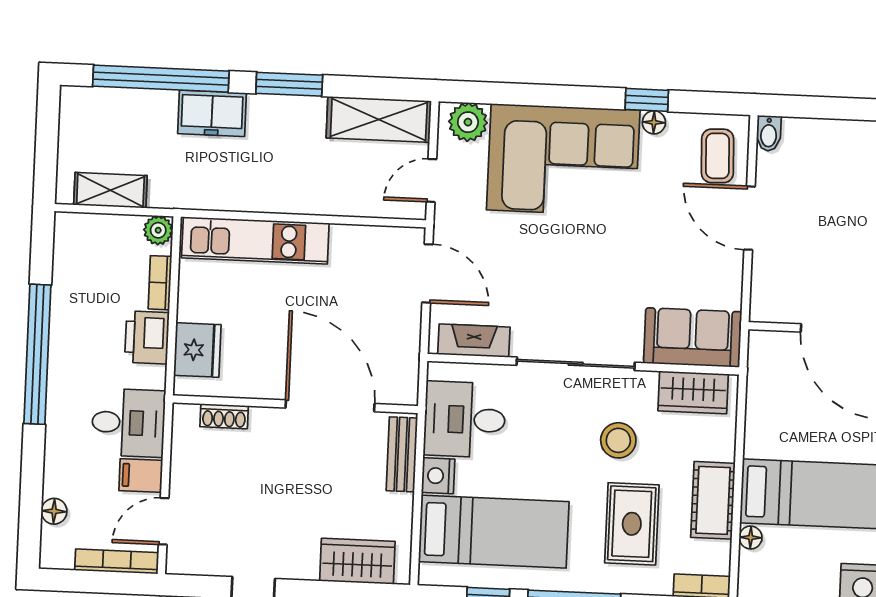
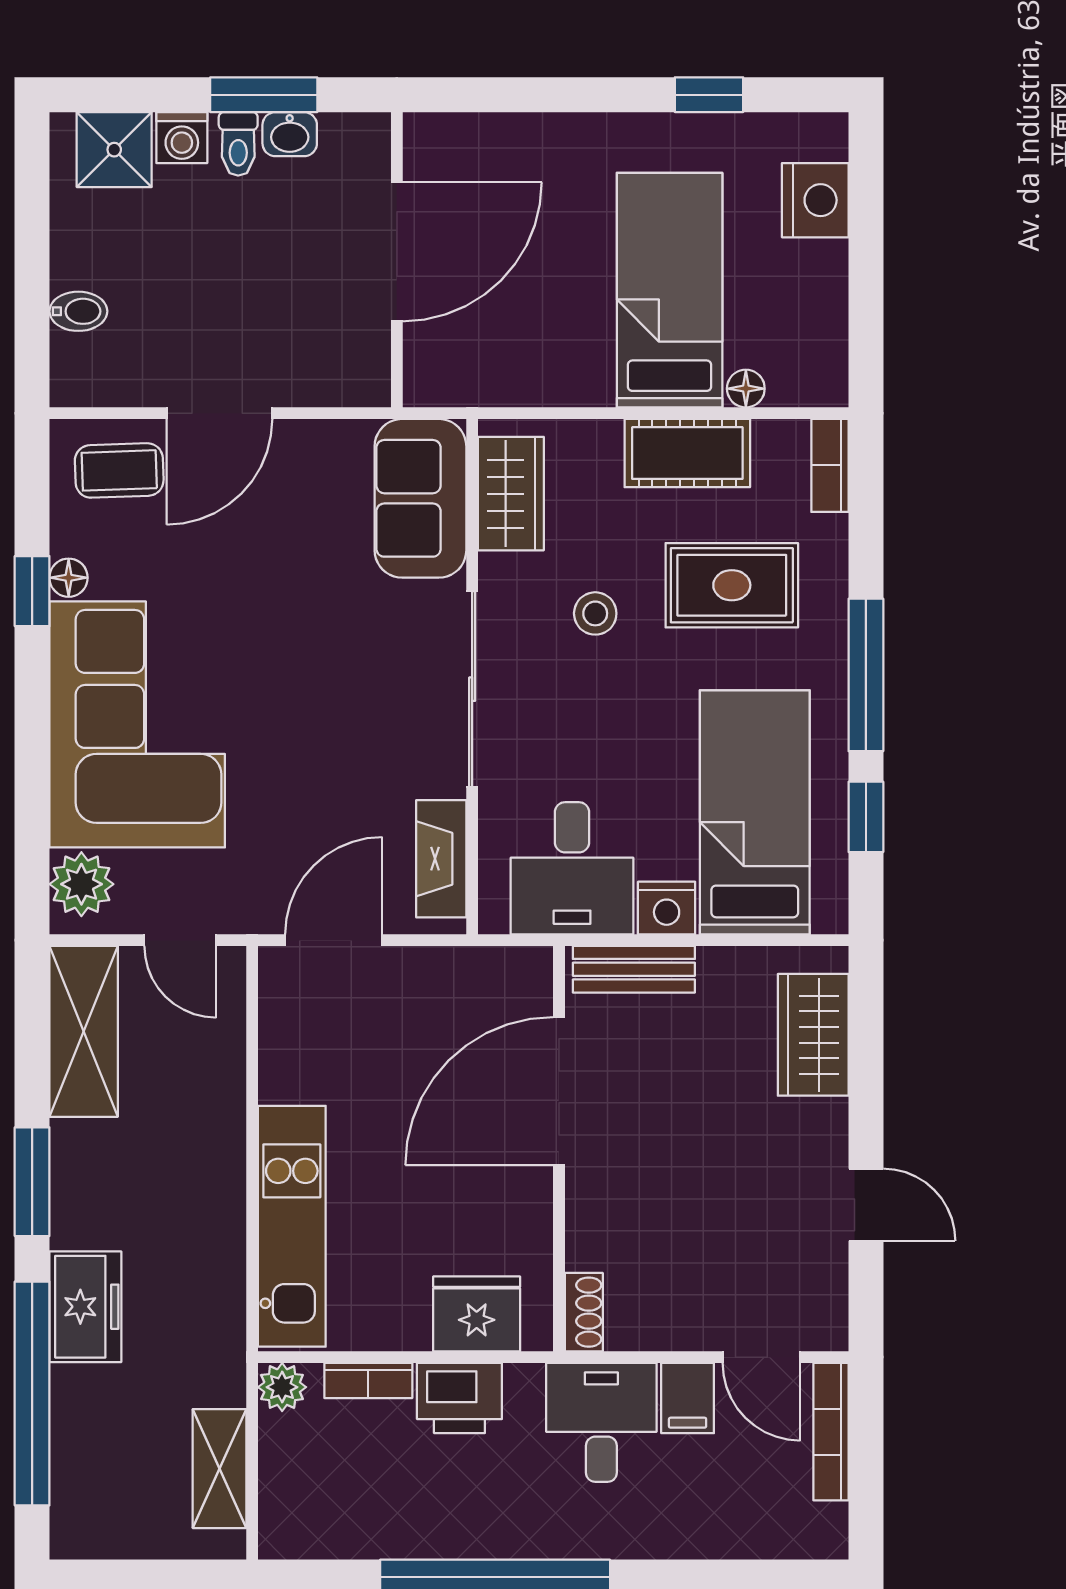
bidet: (769, 133) -> (78, 311), moved
shoe rack: (224, 416) -> (584, 1312), moved
stool: (618, 440) -> (595, 613), width x0.73, depth x0.73
floor lamp: (54, 511) -> (753, 1538), removed

